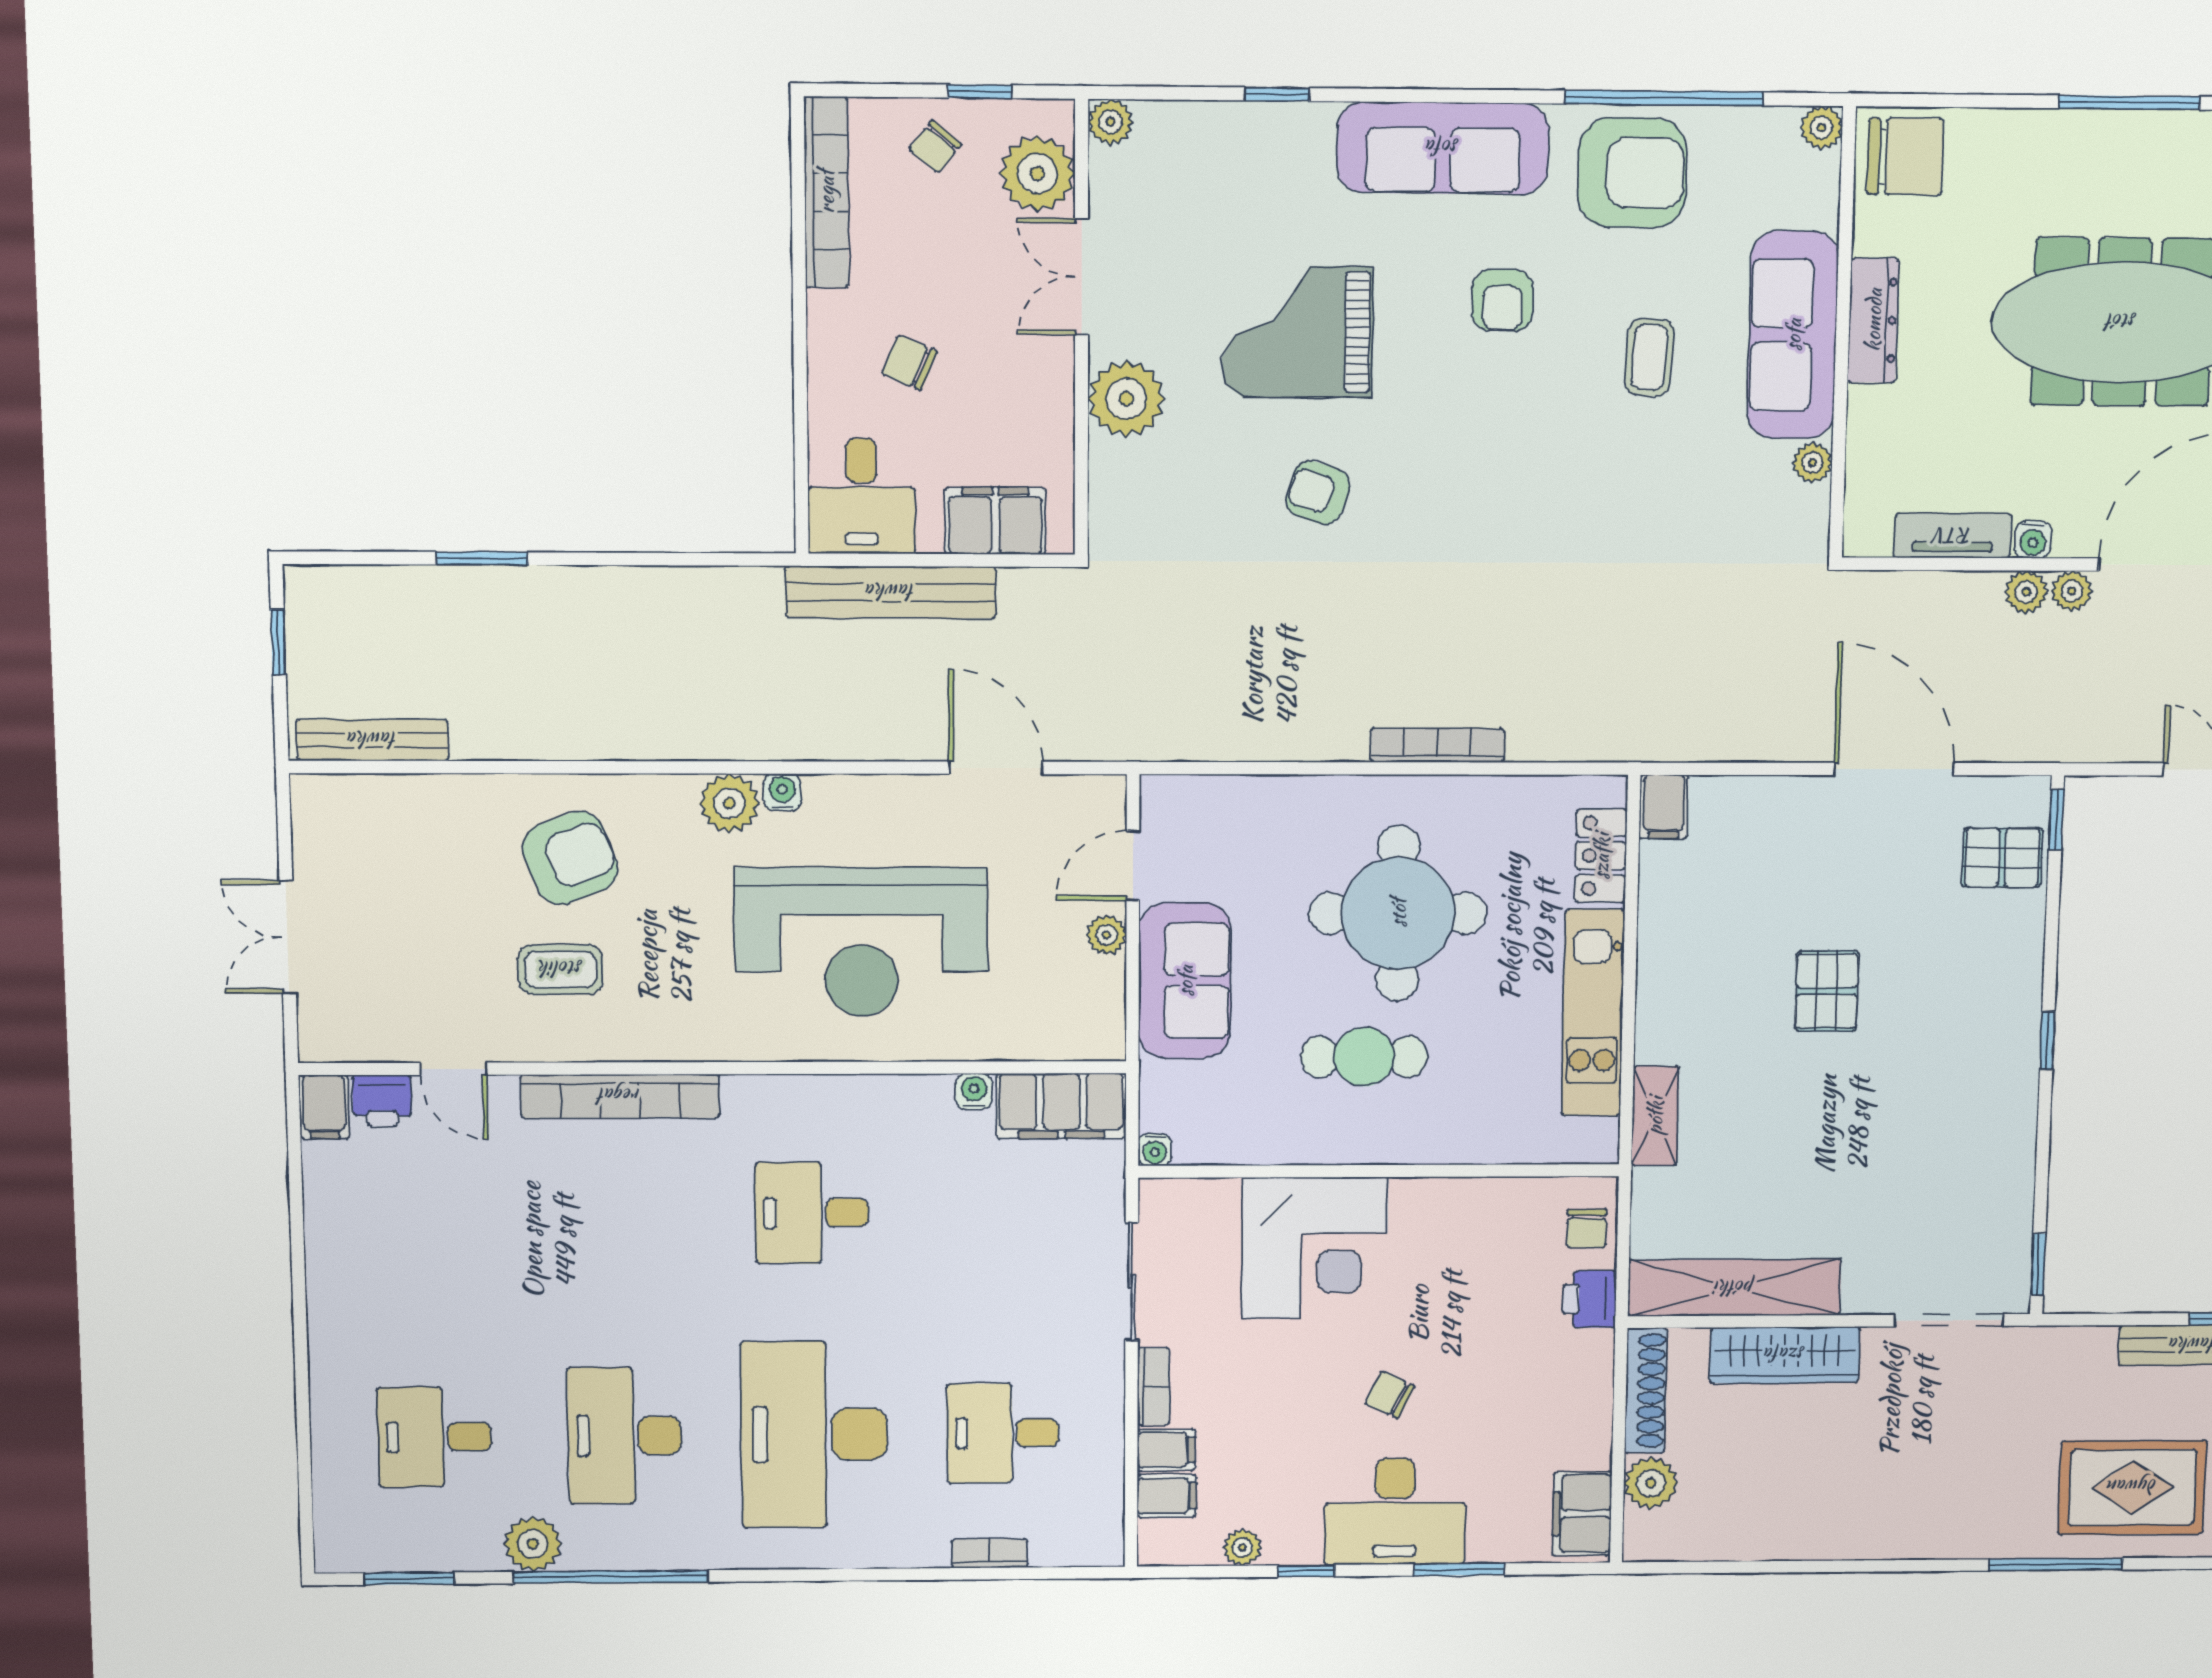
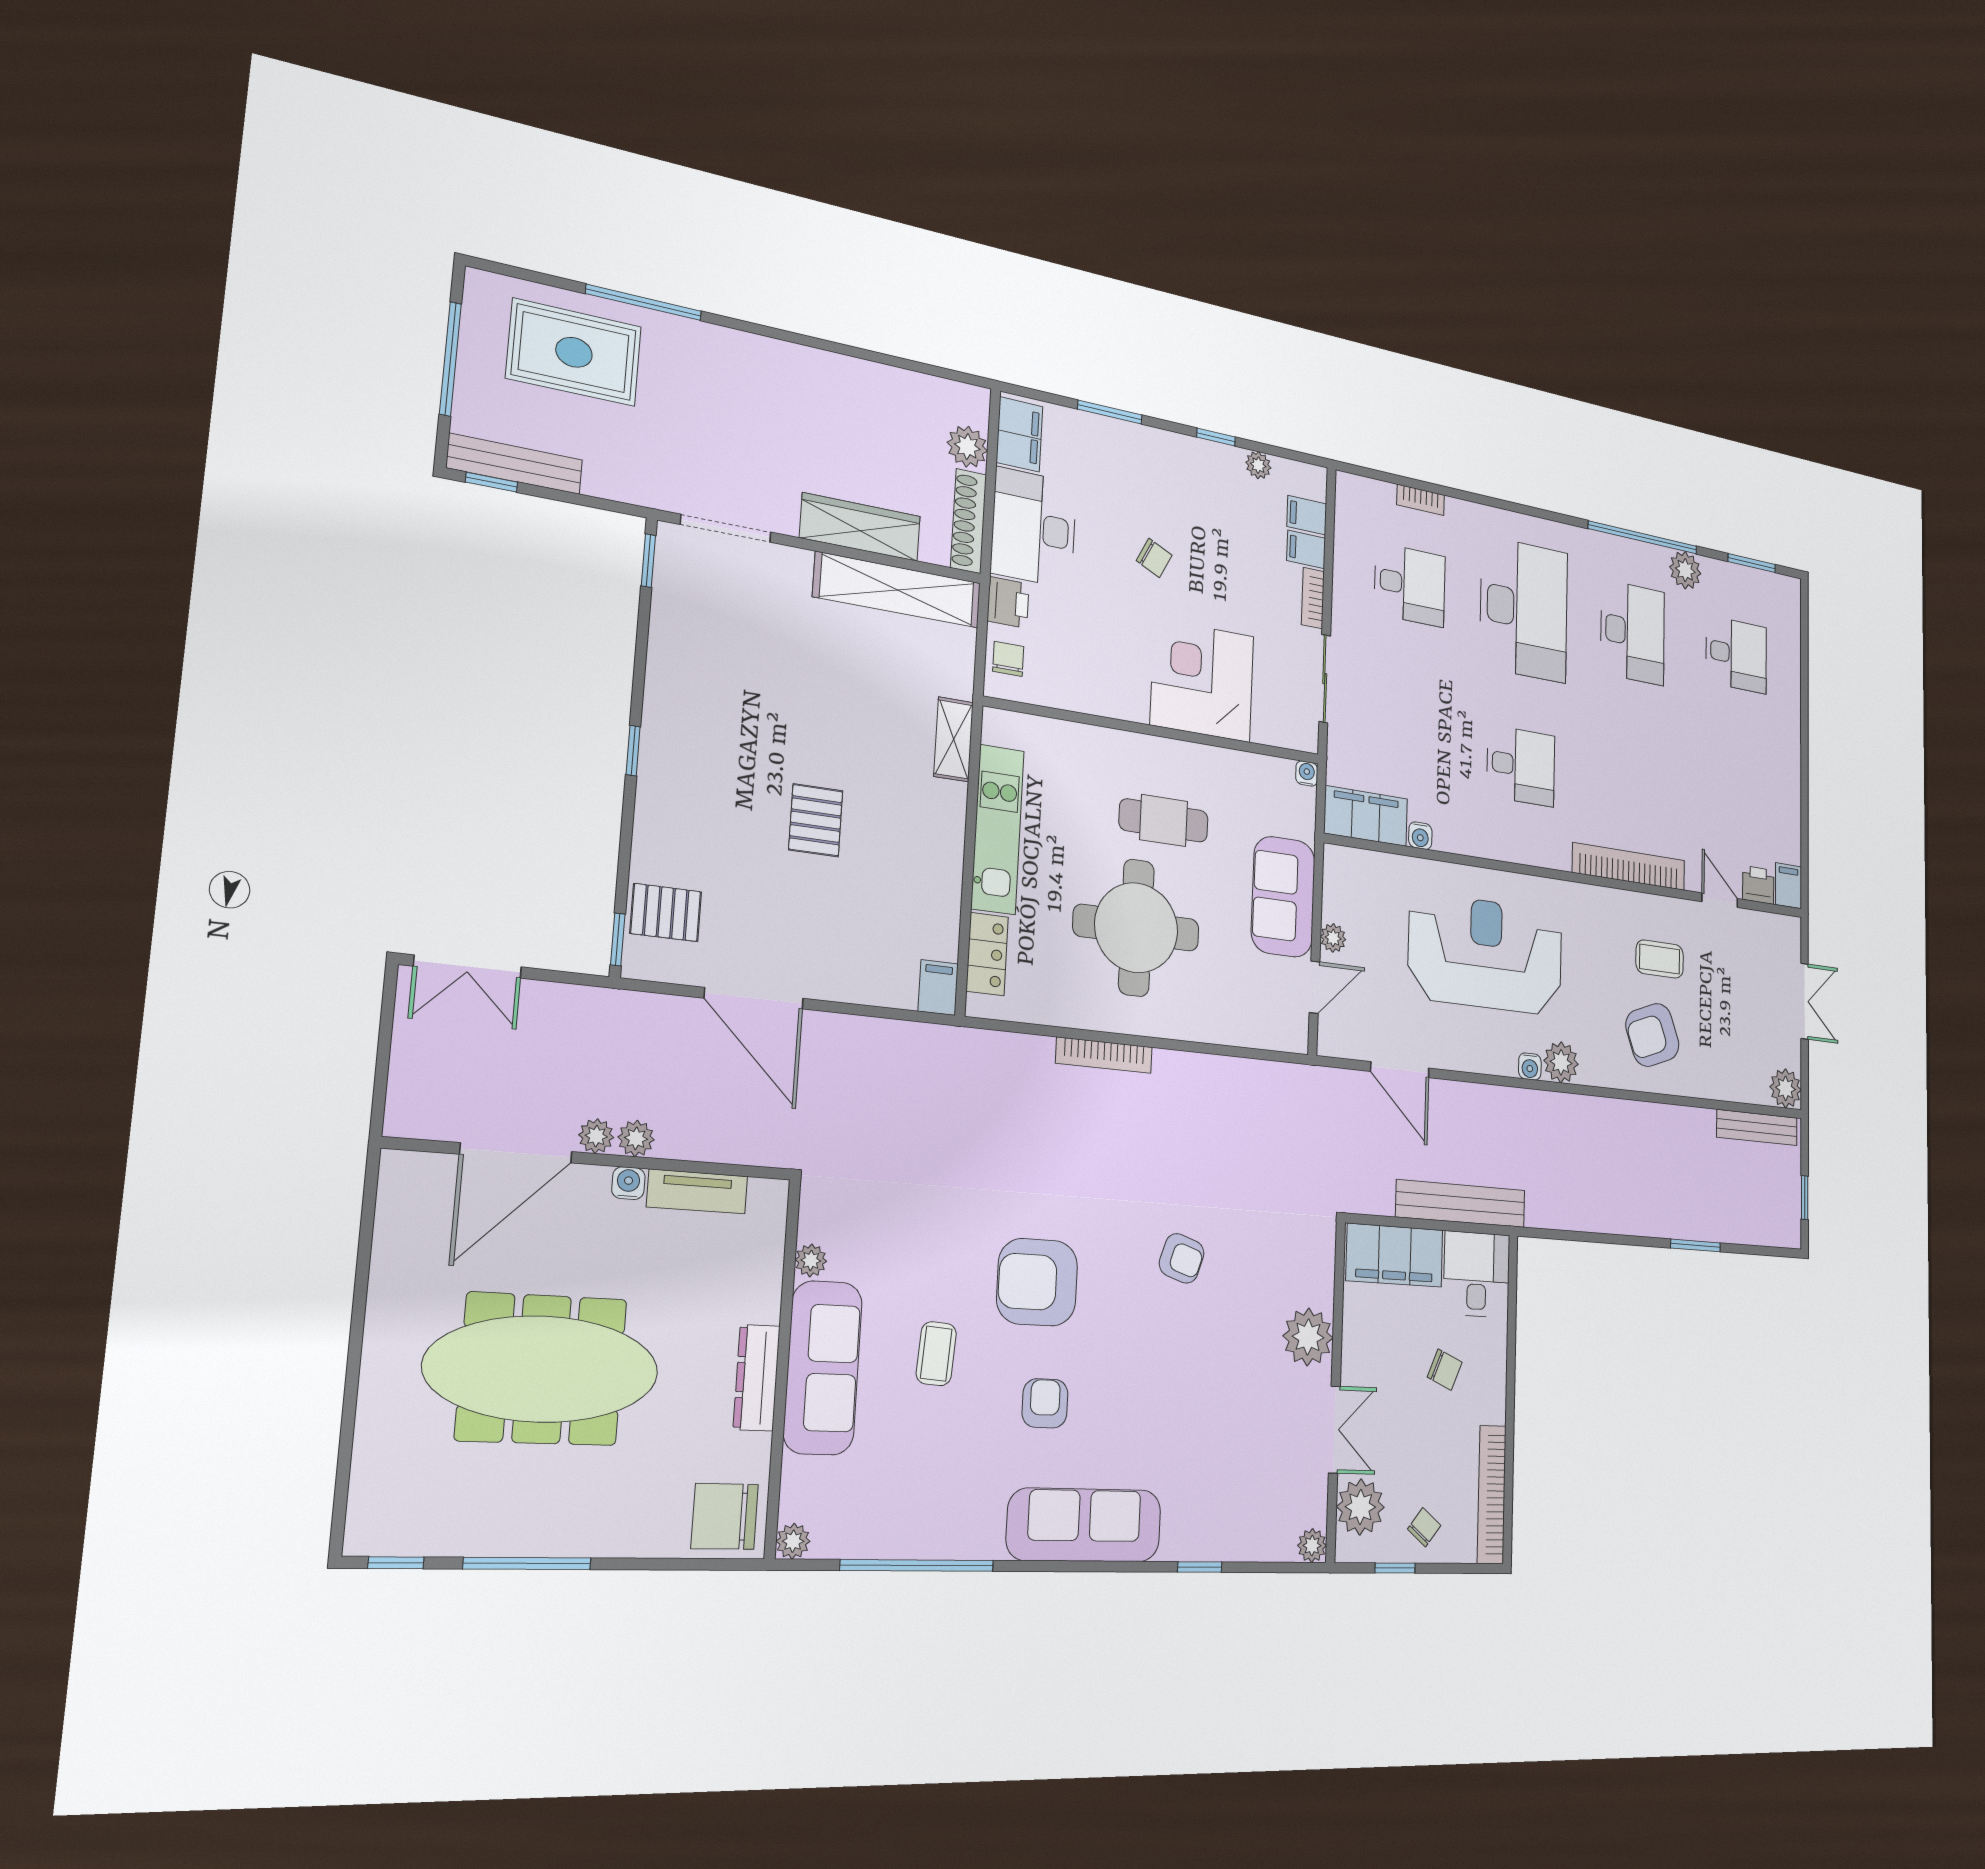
armchair: (1632, 173) -> (1037, 1282), moved
grand piano: (1297, 332) -> (1192, 1383), removed
filing cabinet: (995, 521) -> (1395, 1255), width x1.50, depth x1.17
plant: (320, 803) -> (1786, 1088), added
desk: (1395, 1511) -> (1034, 528), moved, turned -90

